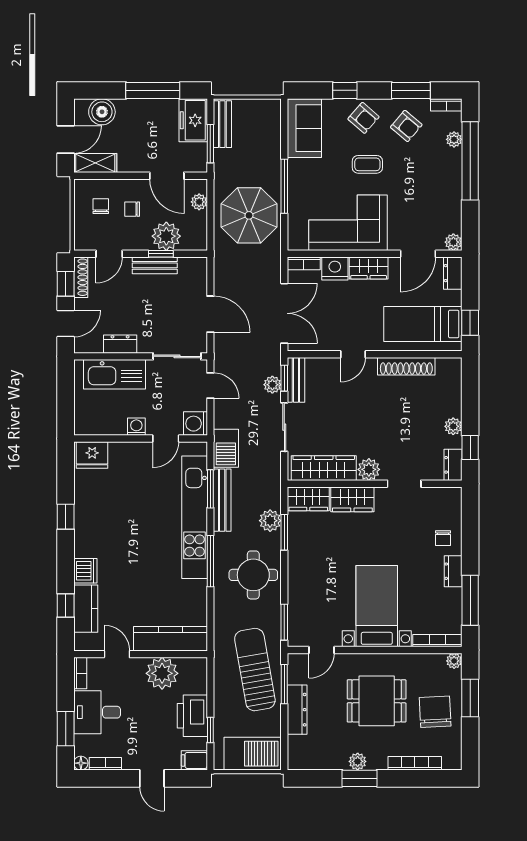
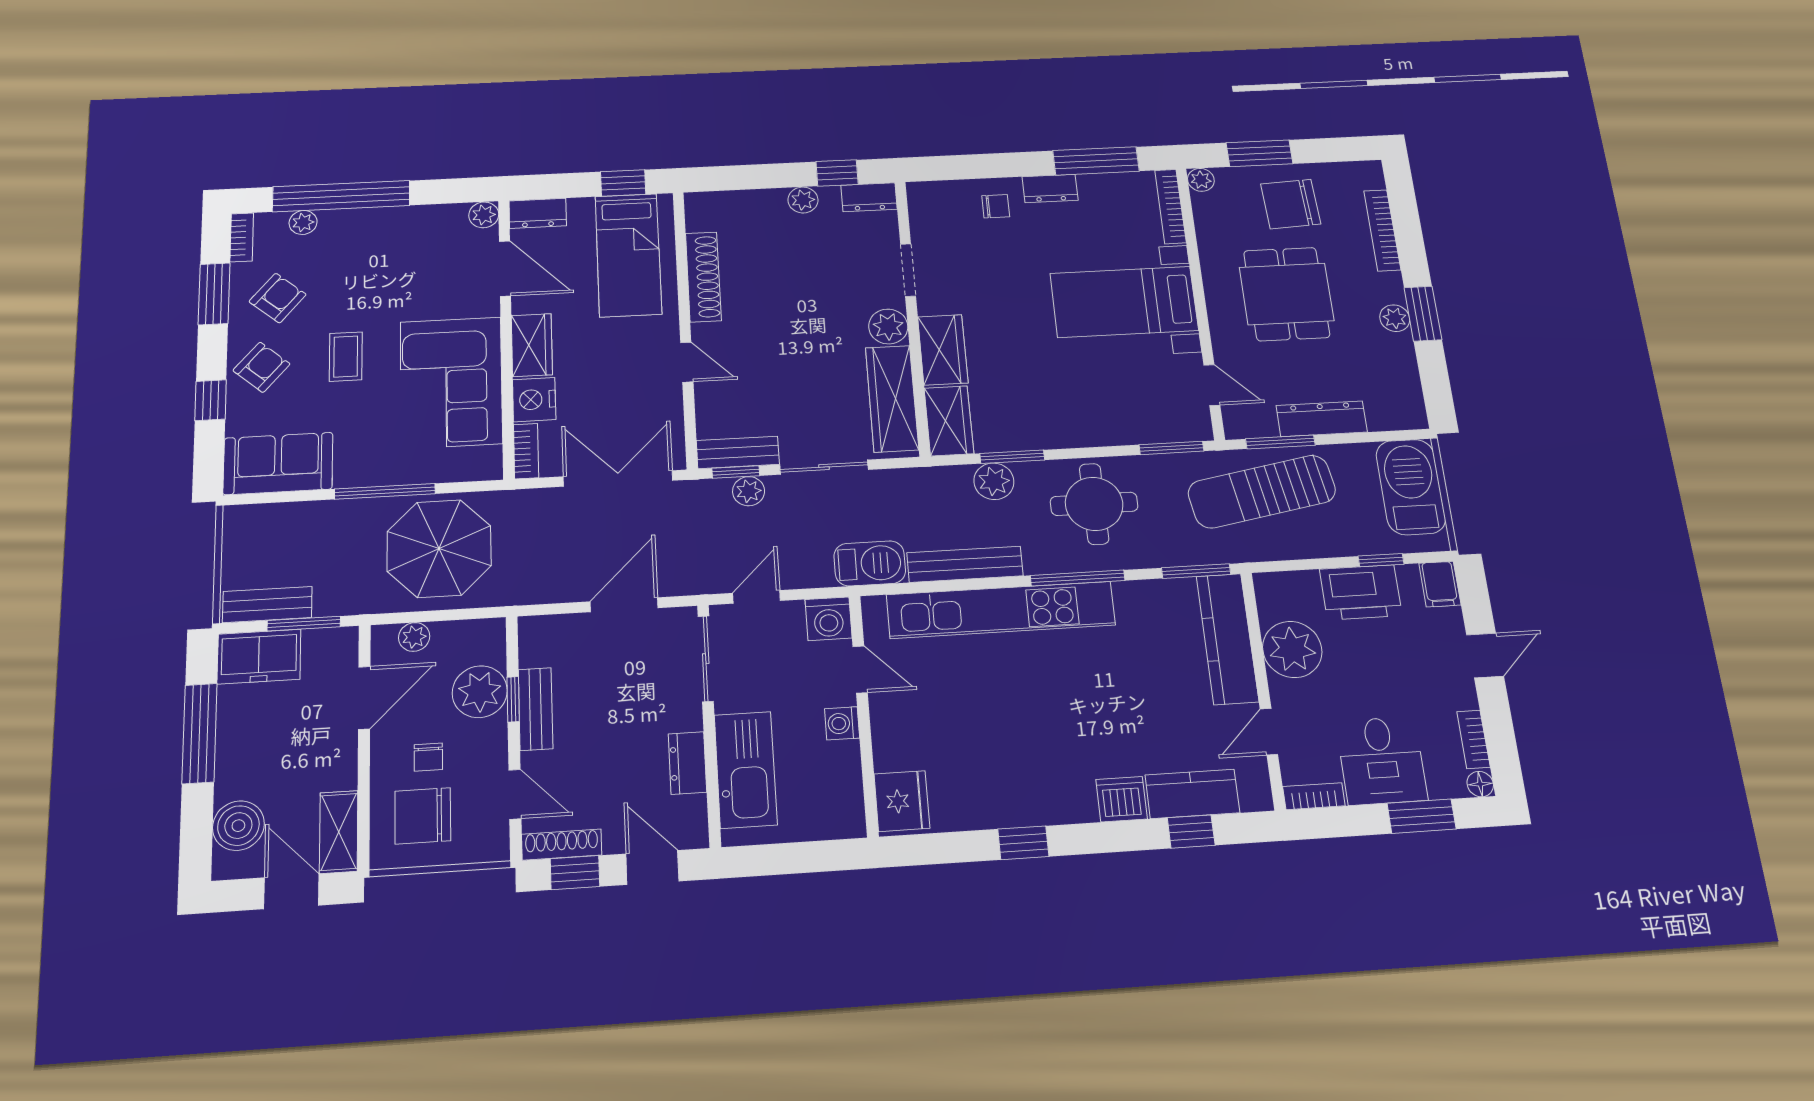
chair: (101, 206) -> (423, 816), width x1.87, depth x1.87
window: (210, 489) -> (1196, 571), moved

